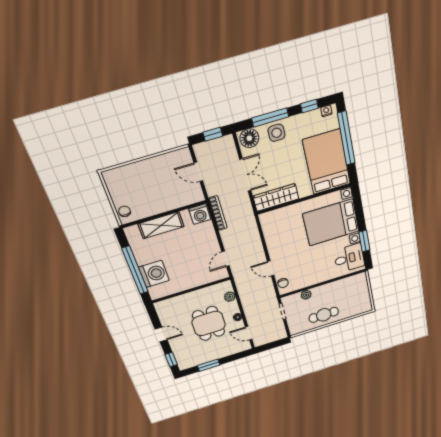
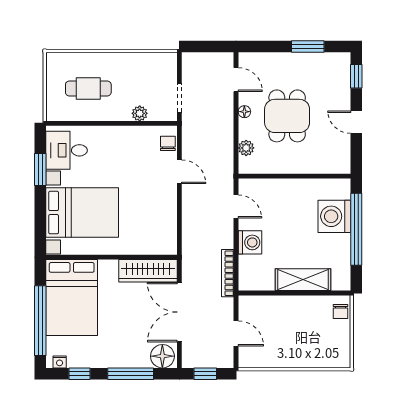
side table: (277, 133) -> (127, 353), removed
double door: (245, 175) -> (179, 312), width x1.37
washing machine: (200, 214) -> (250, 242), moved, turned 90
door: (225, 259) -> (236, 207), hinge flipped
cafe table: (324, 315) -> (88, 88), moved

